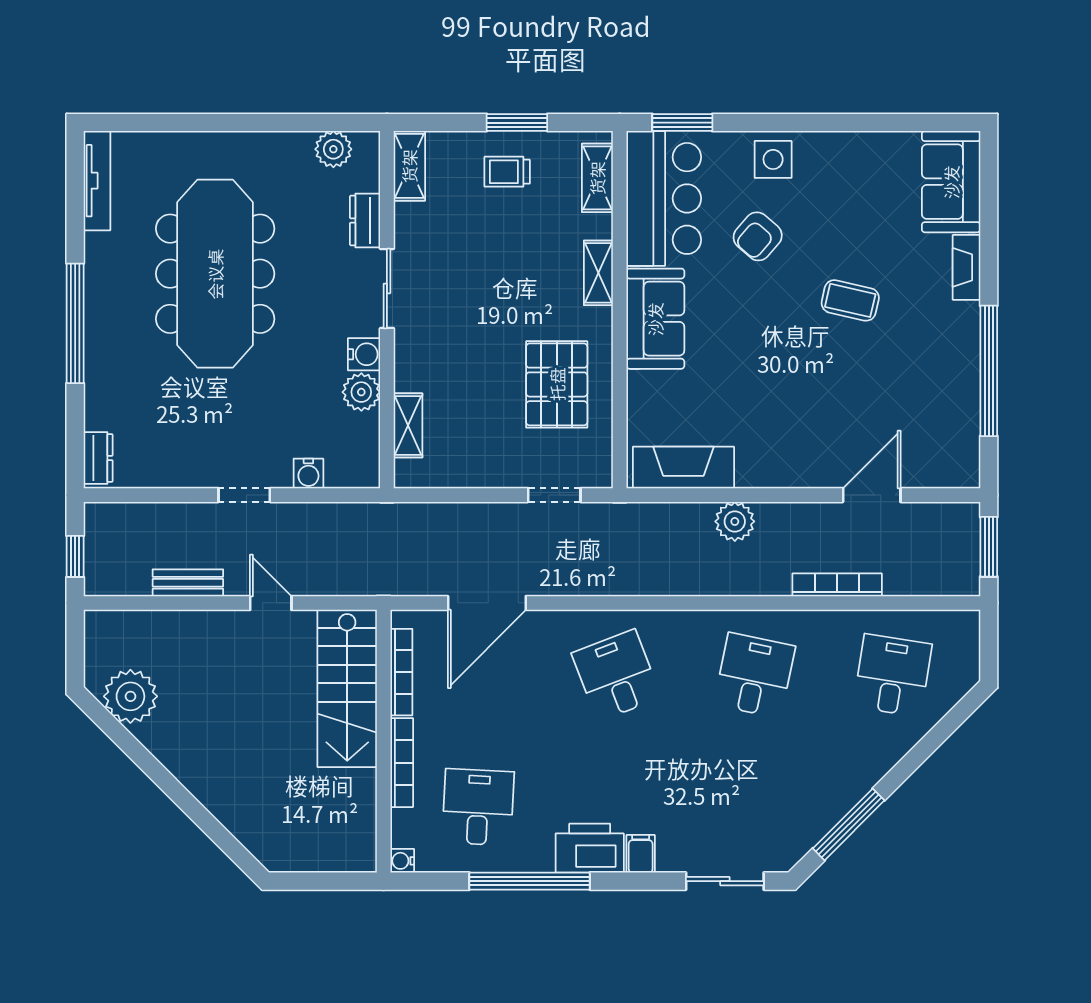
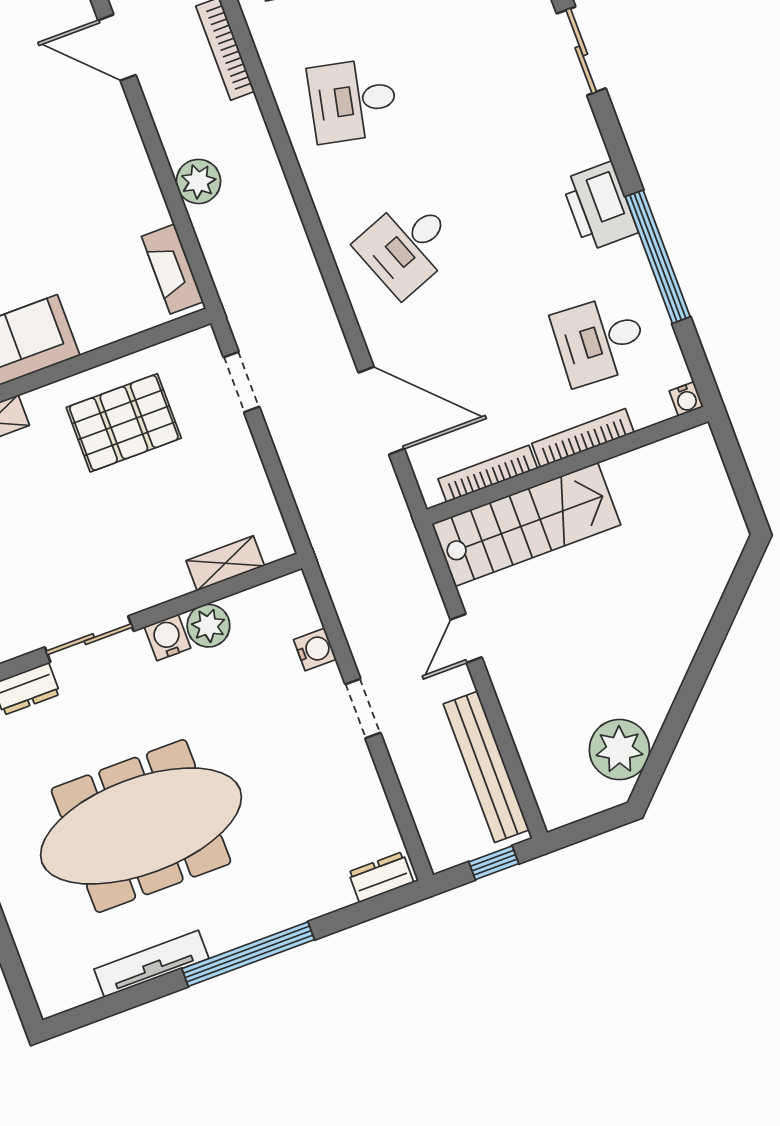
tv unit: (97, 181) -> (151, 964), moved
fireplace: (683, 468) -> (172, 269), width x0.73, depth x0.76
bench: (188, 583) -> (486, 767), width x1.86, depth x1.21
filing cabinet: (641, 854) -> (585, 150), removed

